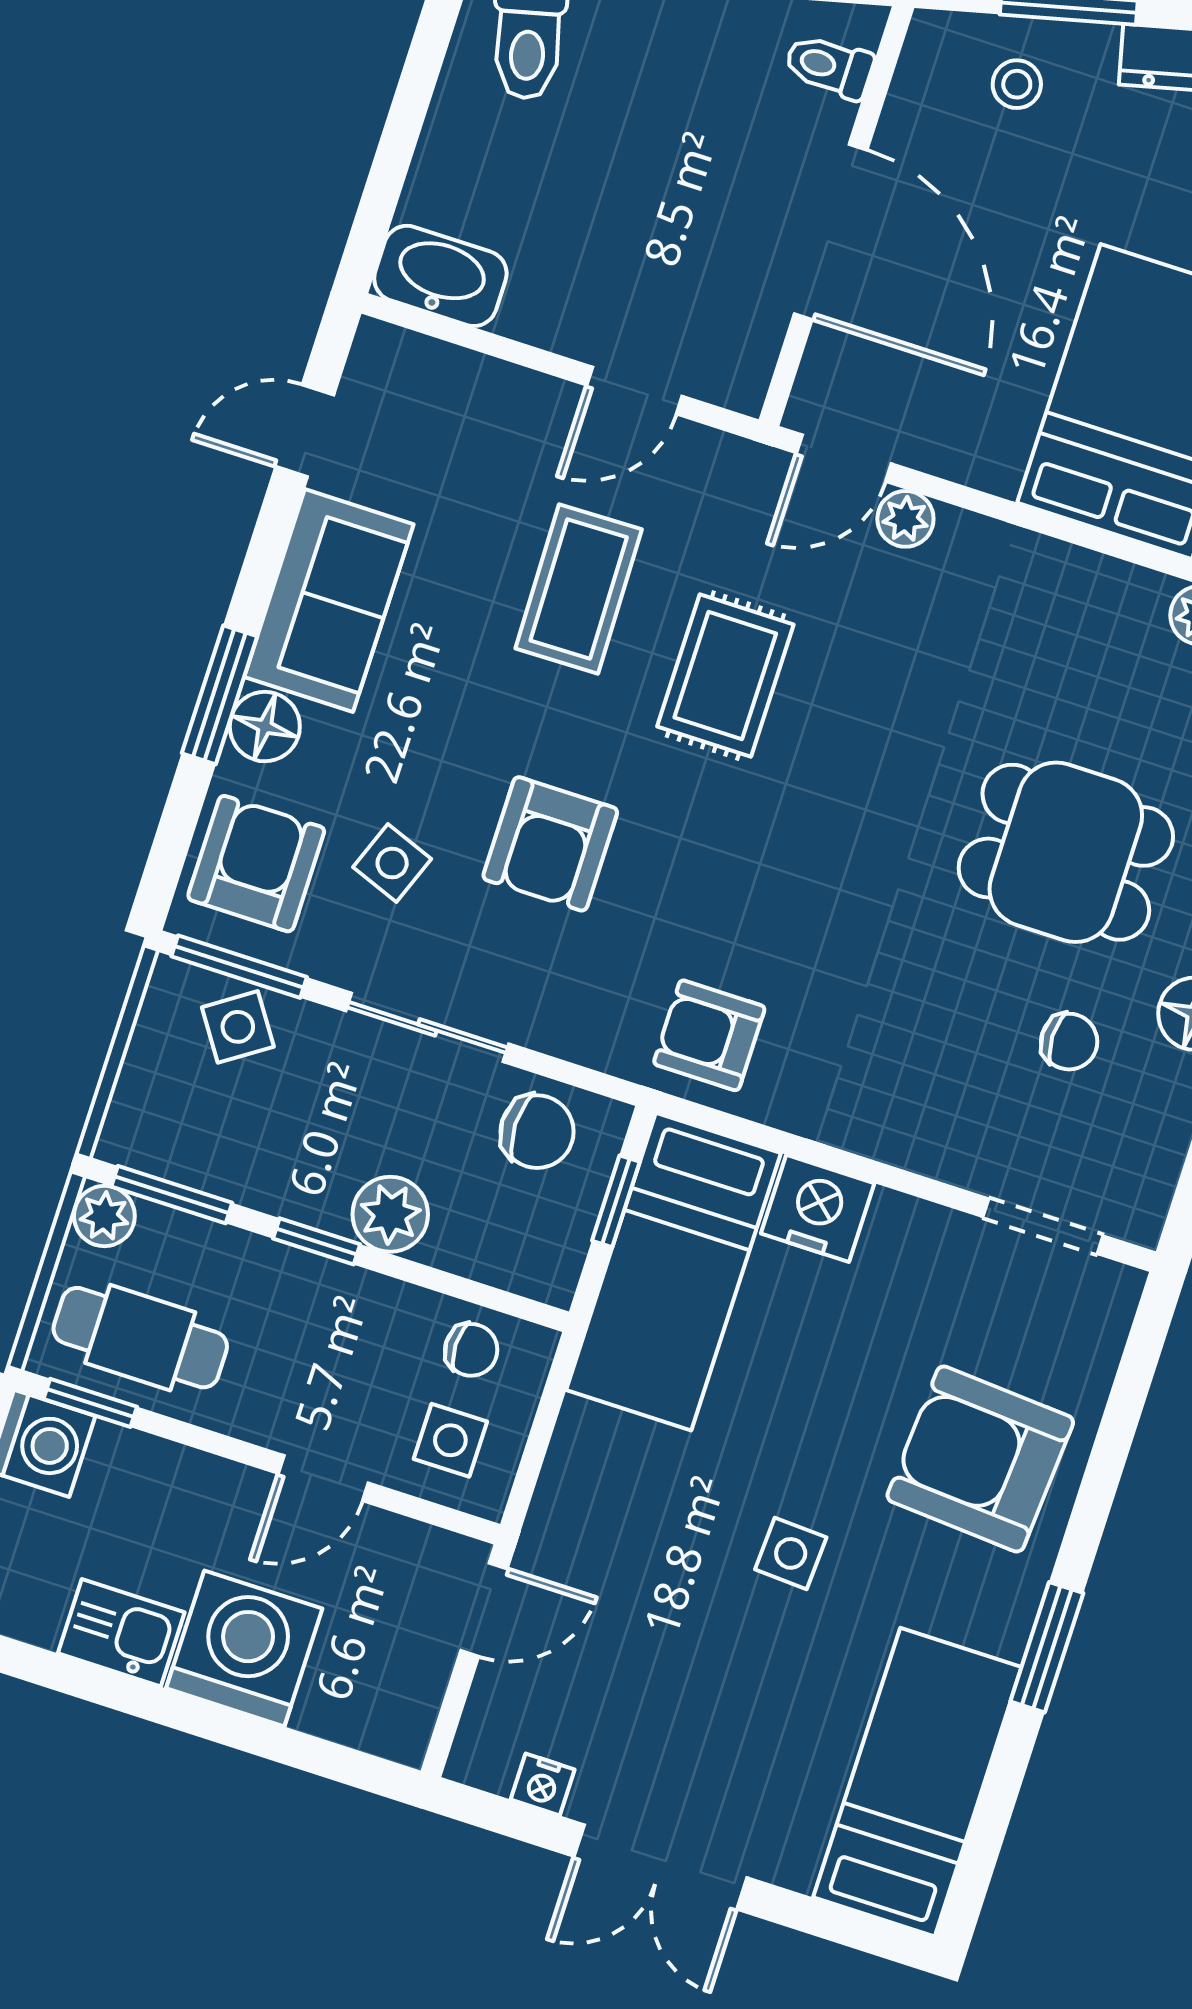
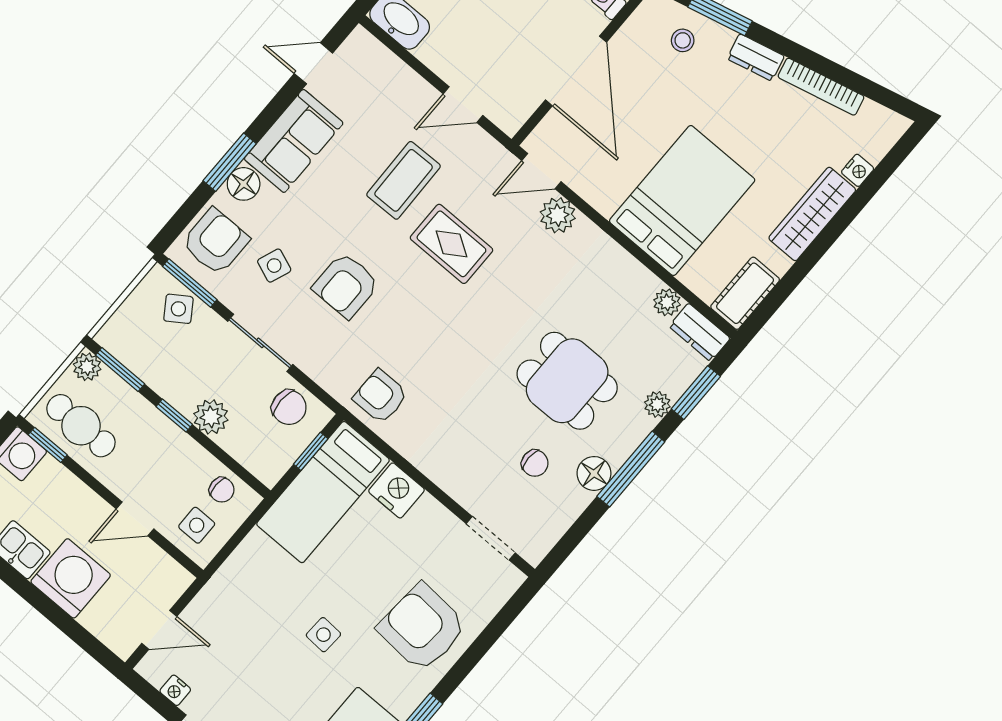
plant: (905, 519) -> (558, 215), width x1.38, depth x1.38
rug: (725, 676) -> (451, 244), turned 90
door: (484, 1610) -> (159, 630), moved

